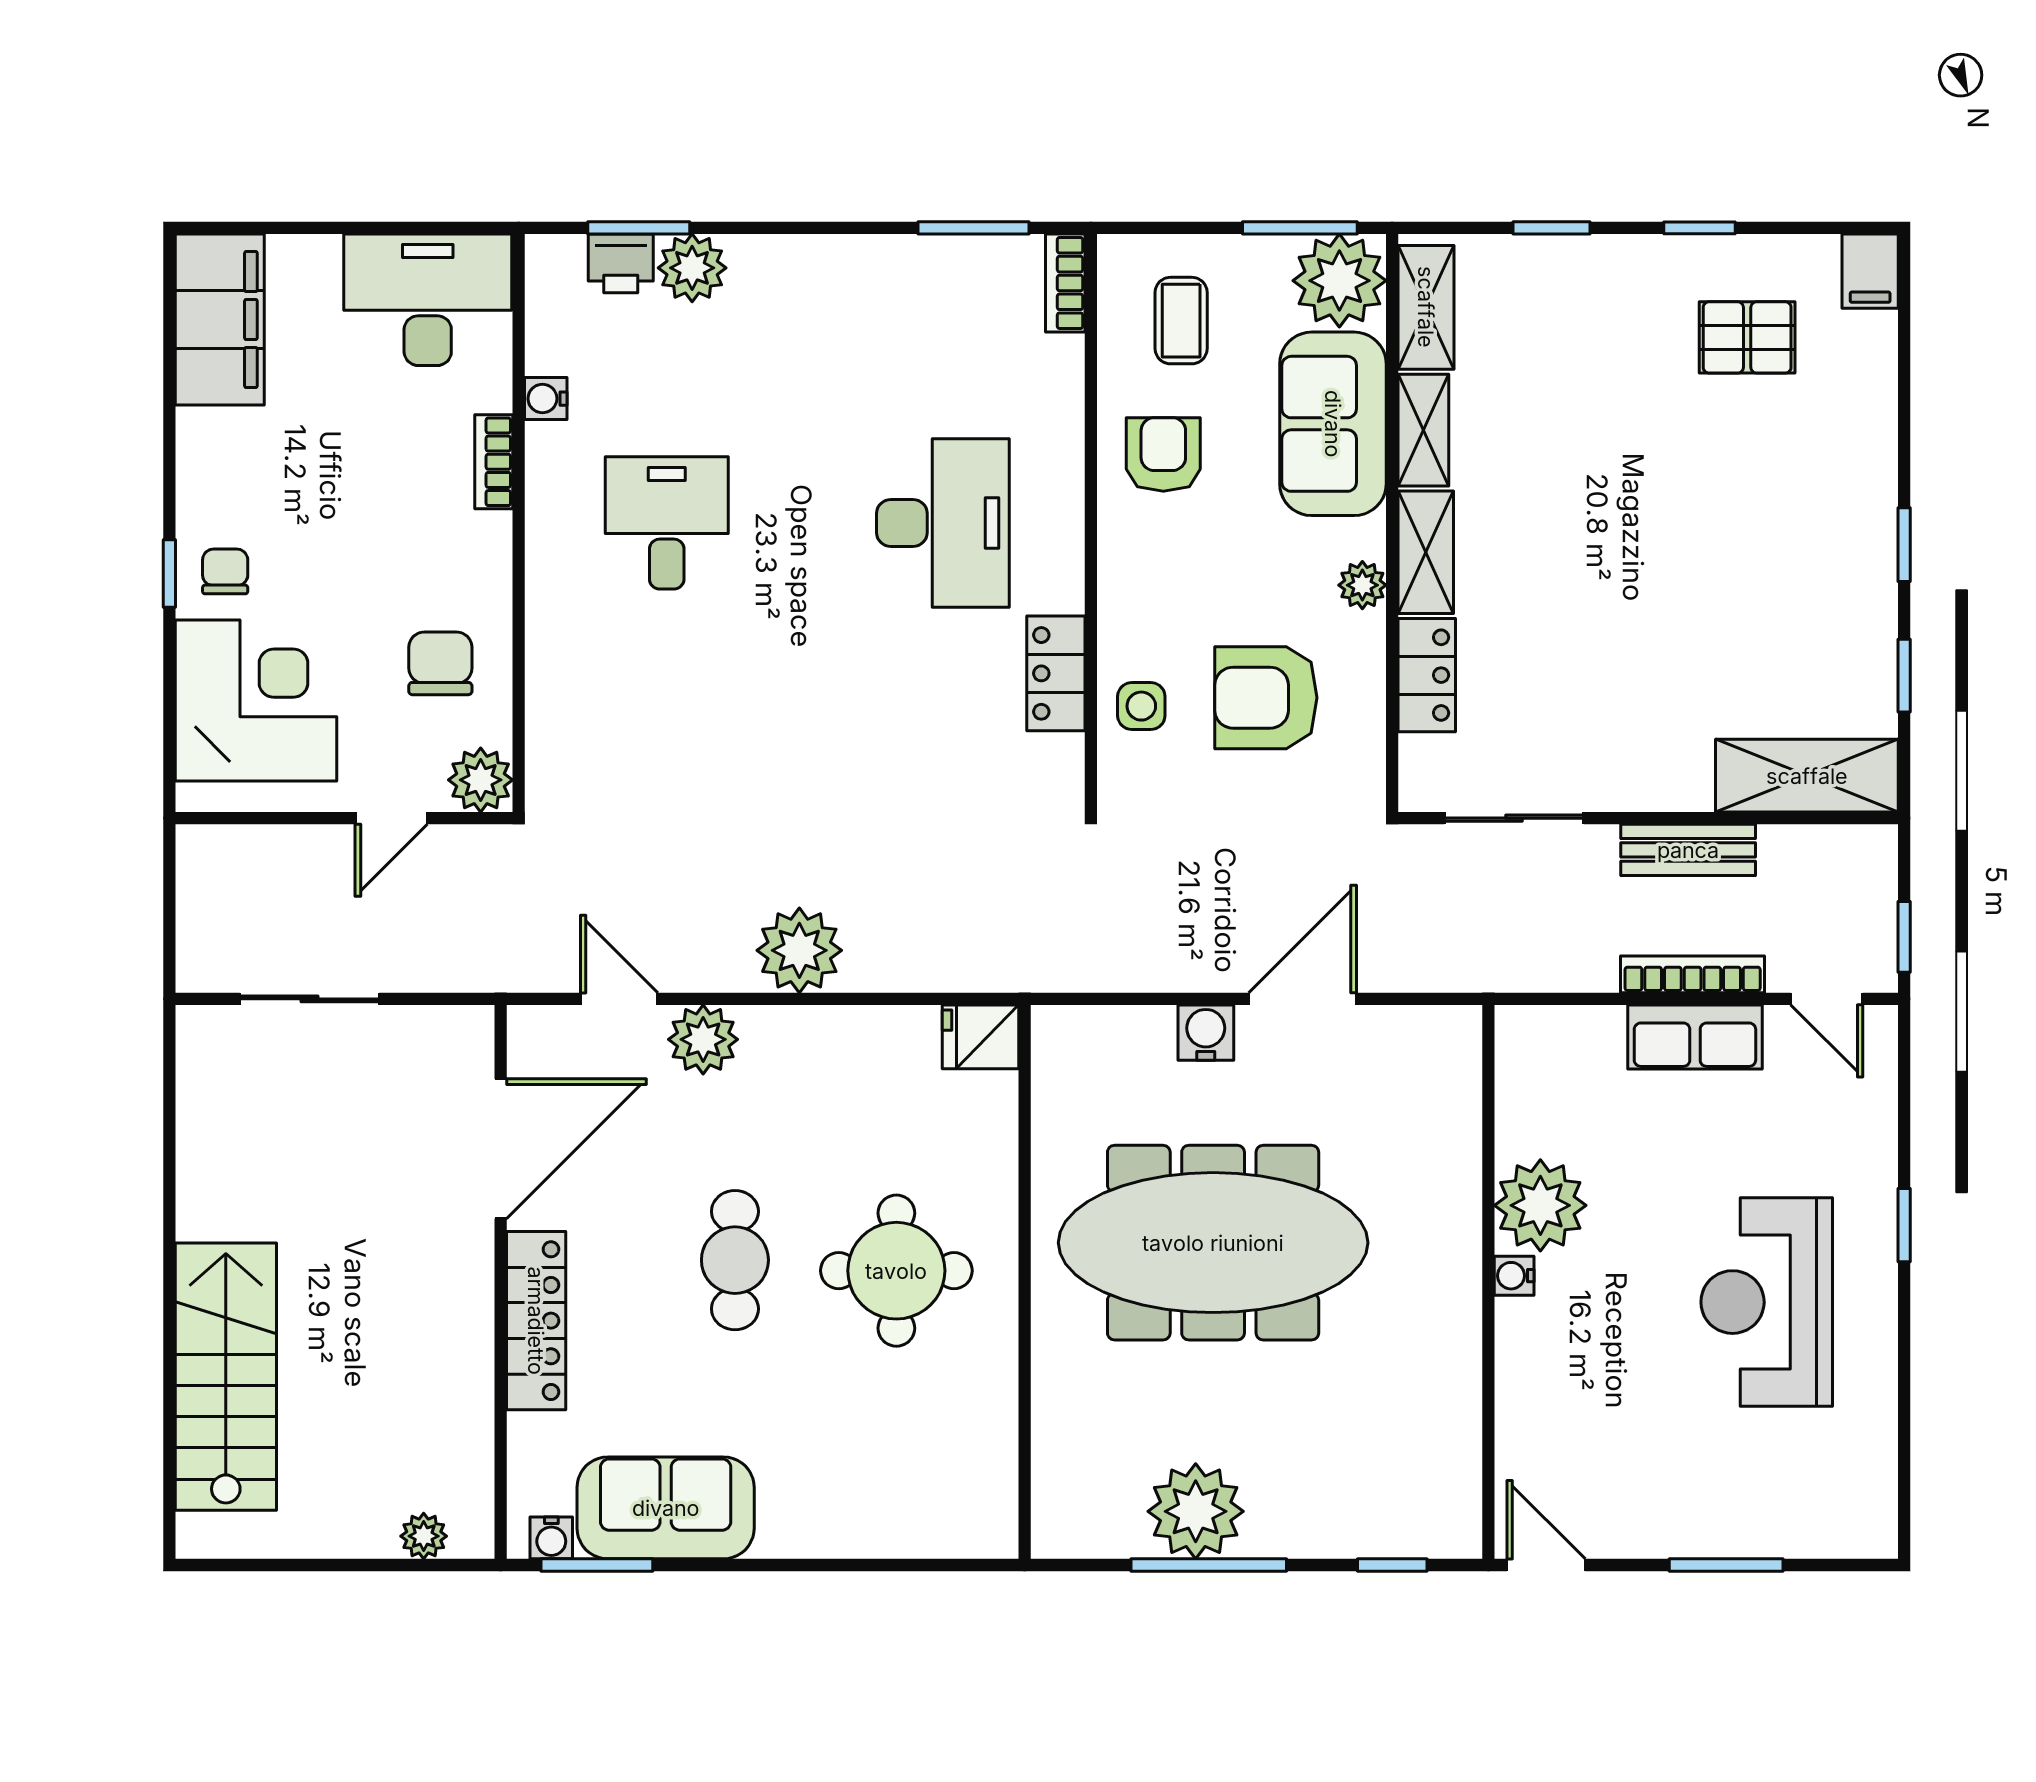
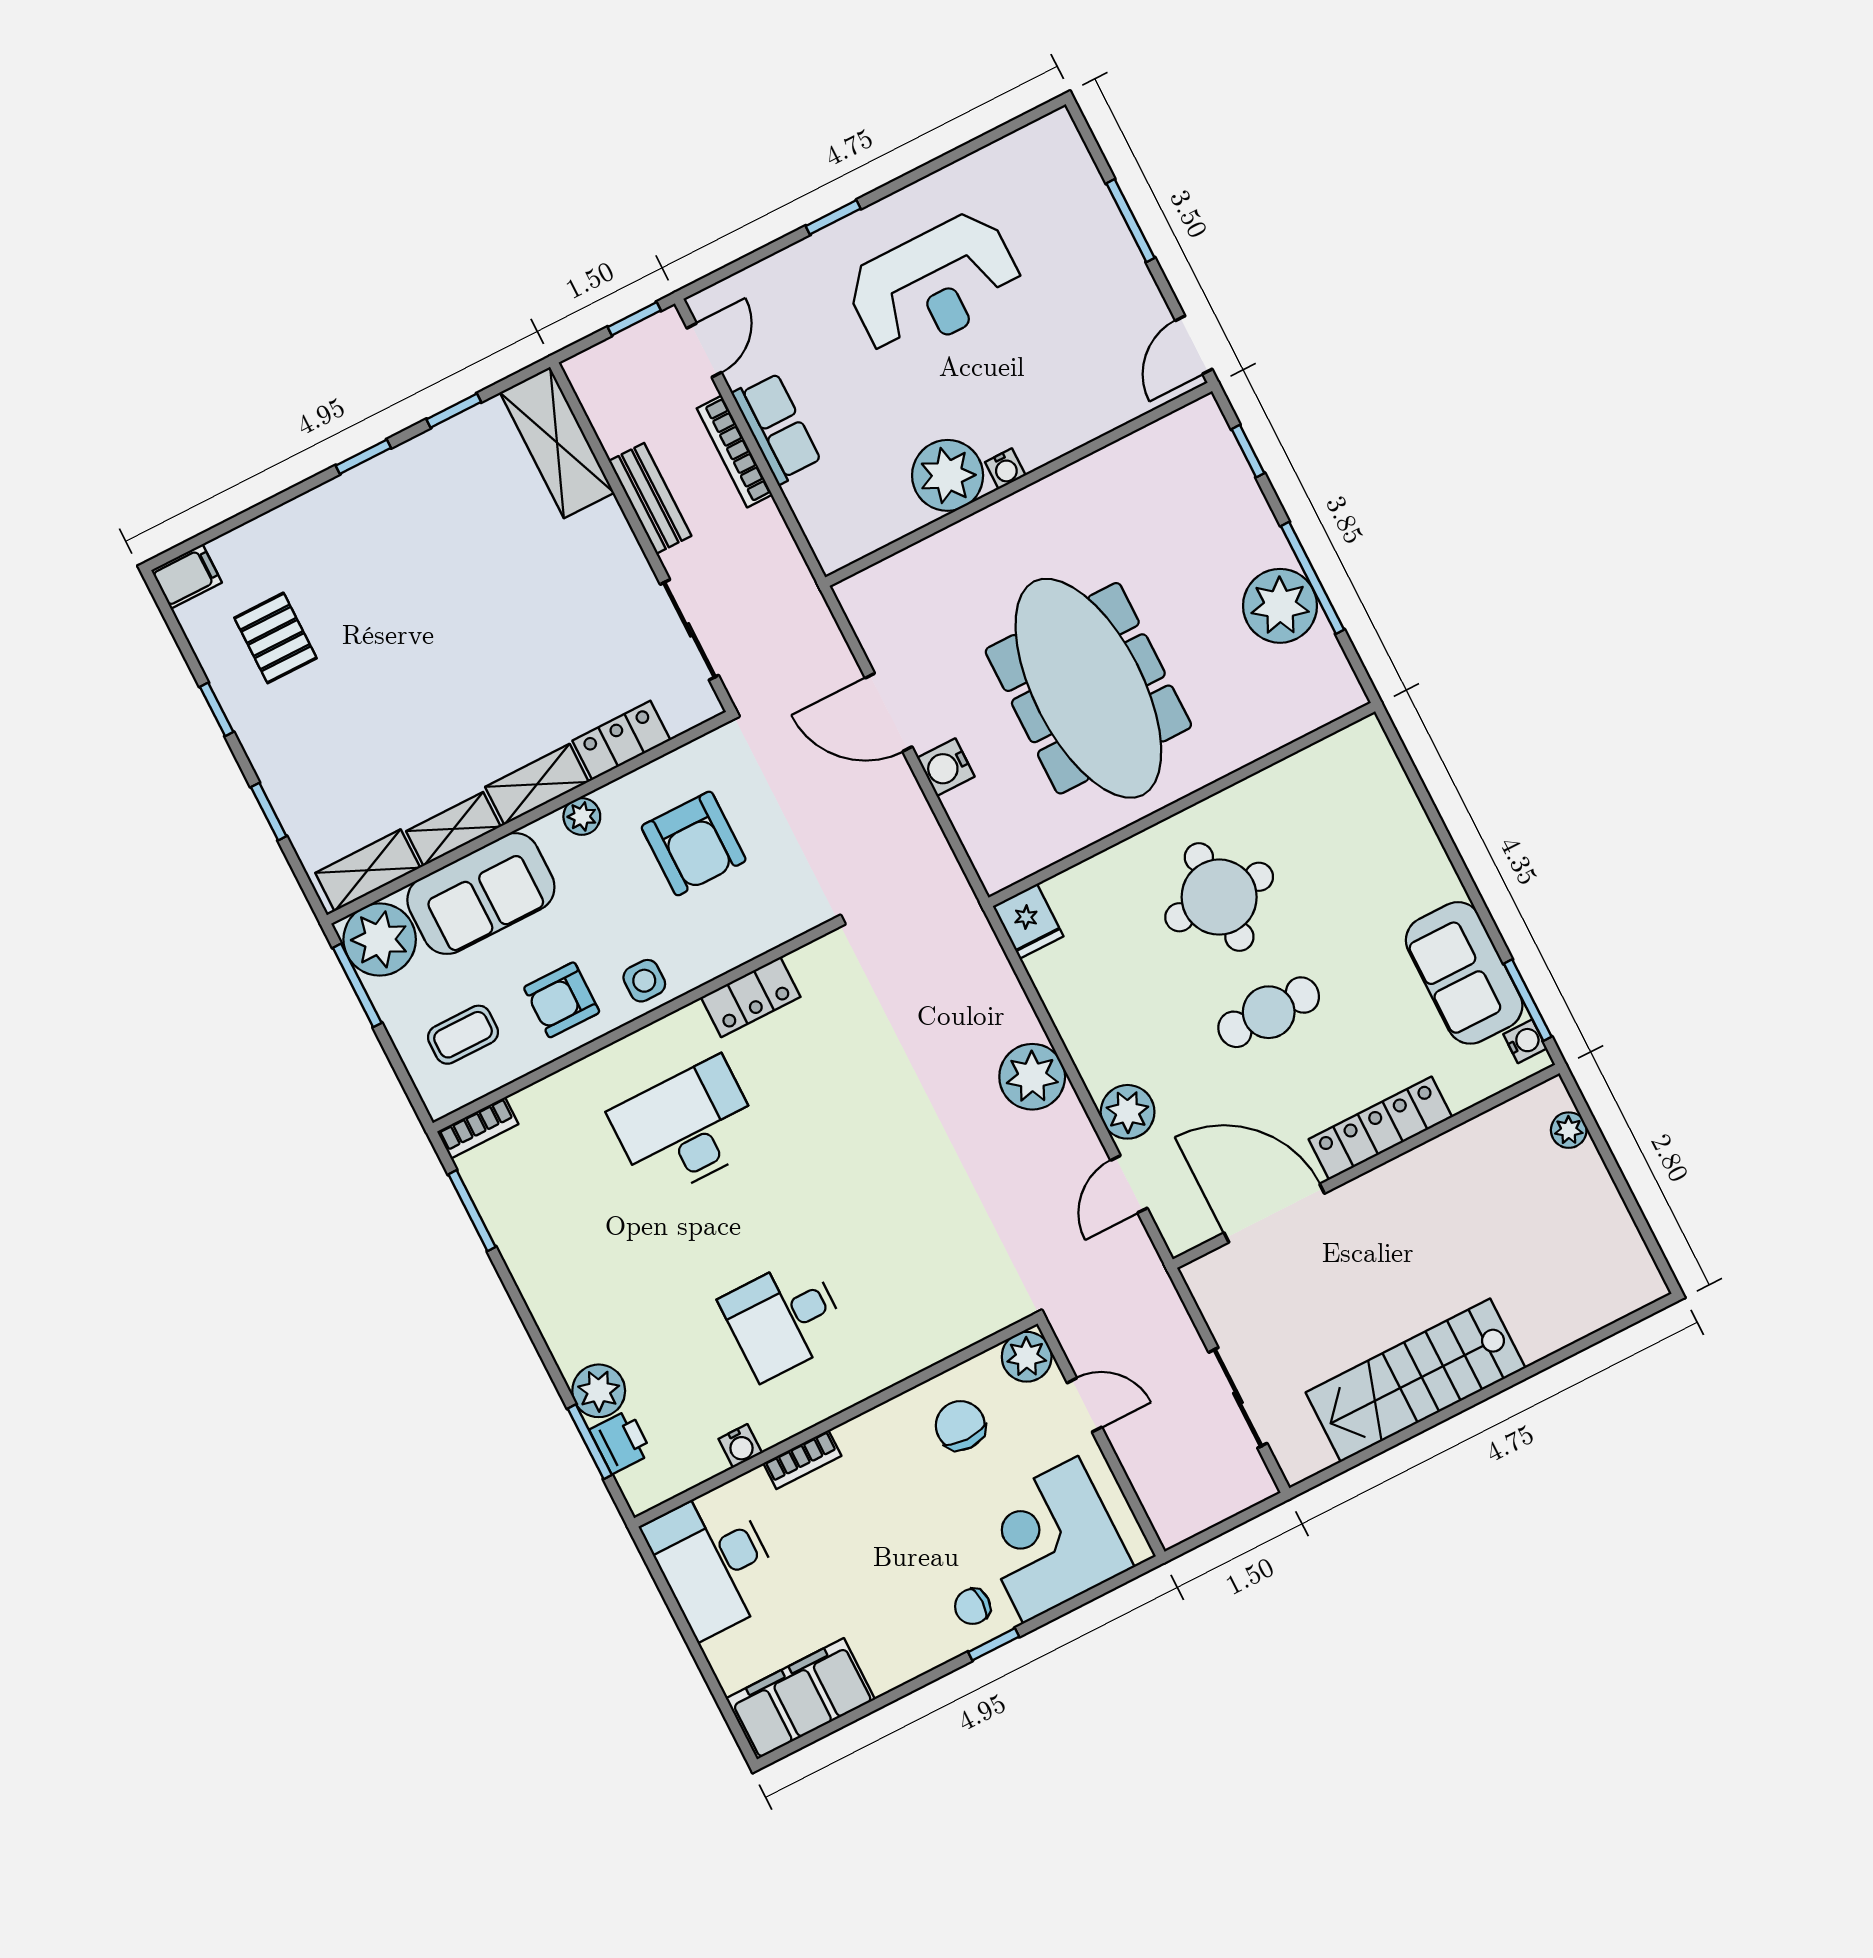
chair: (440, 663) -> (960, 1426), turned 90
side table: (1141, 706) -> (644, 981), moved
stairs: (226, 1377) -> (1415, 1380), moved

